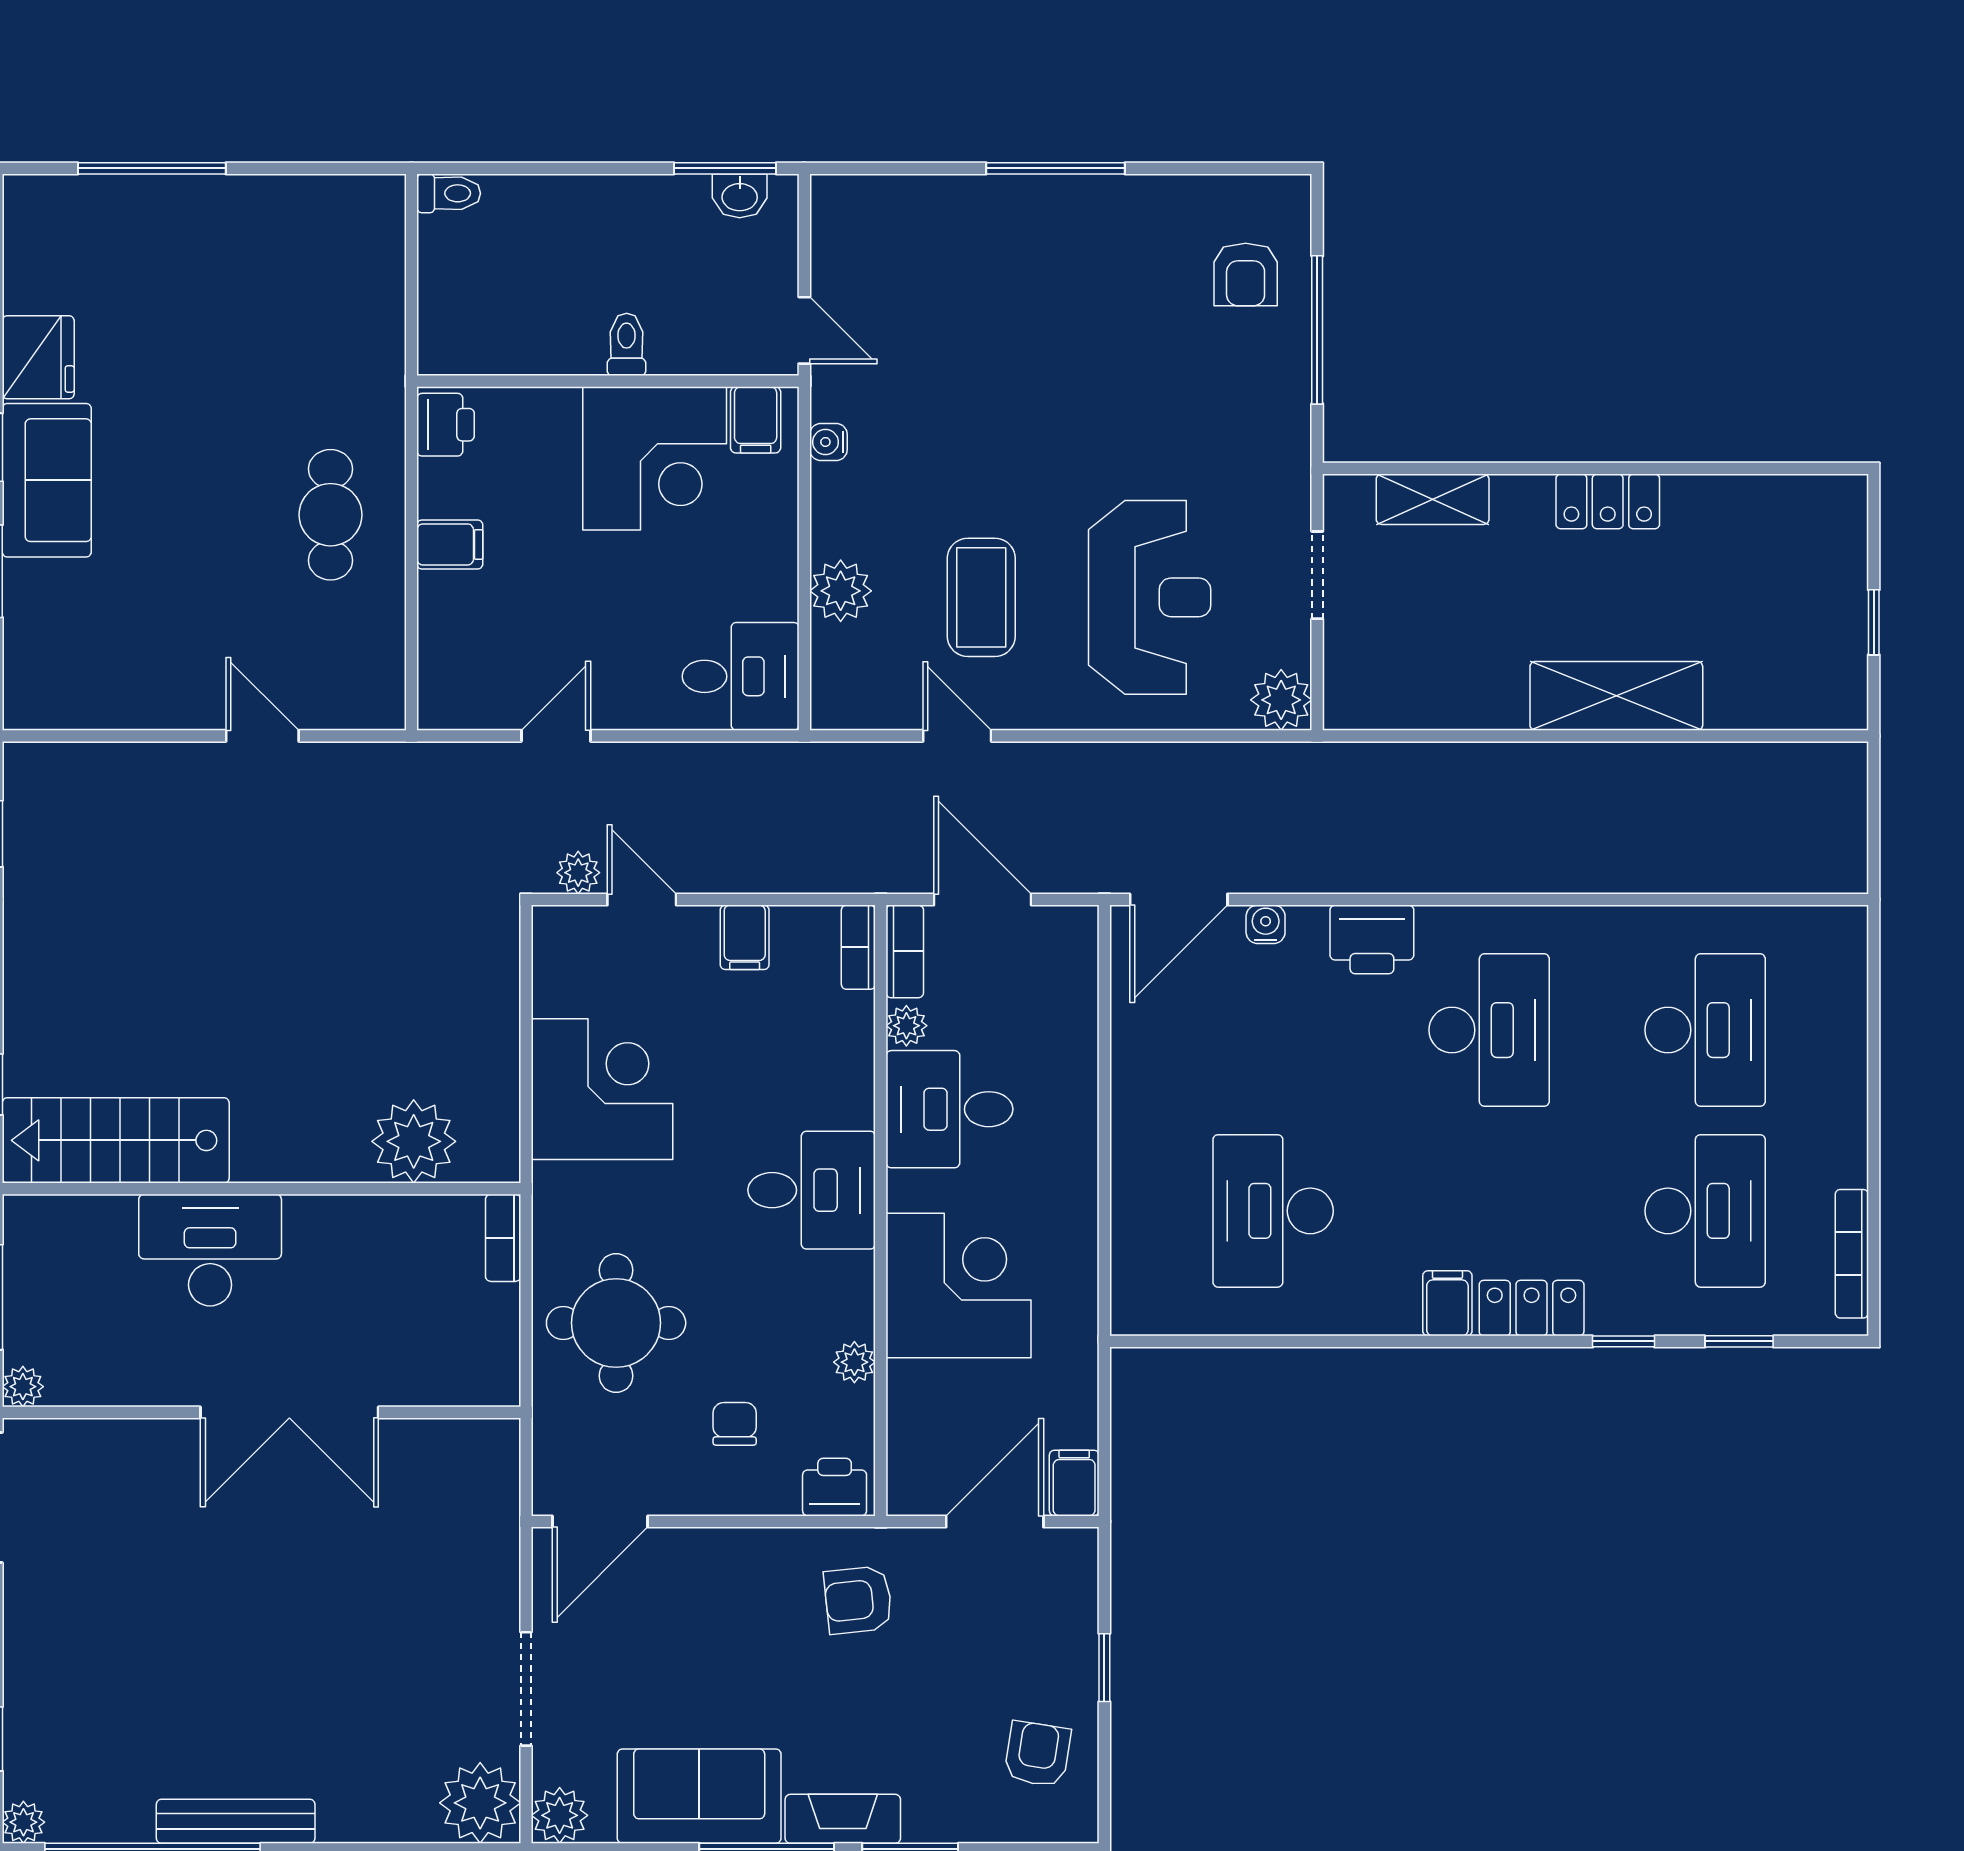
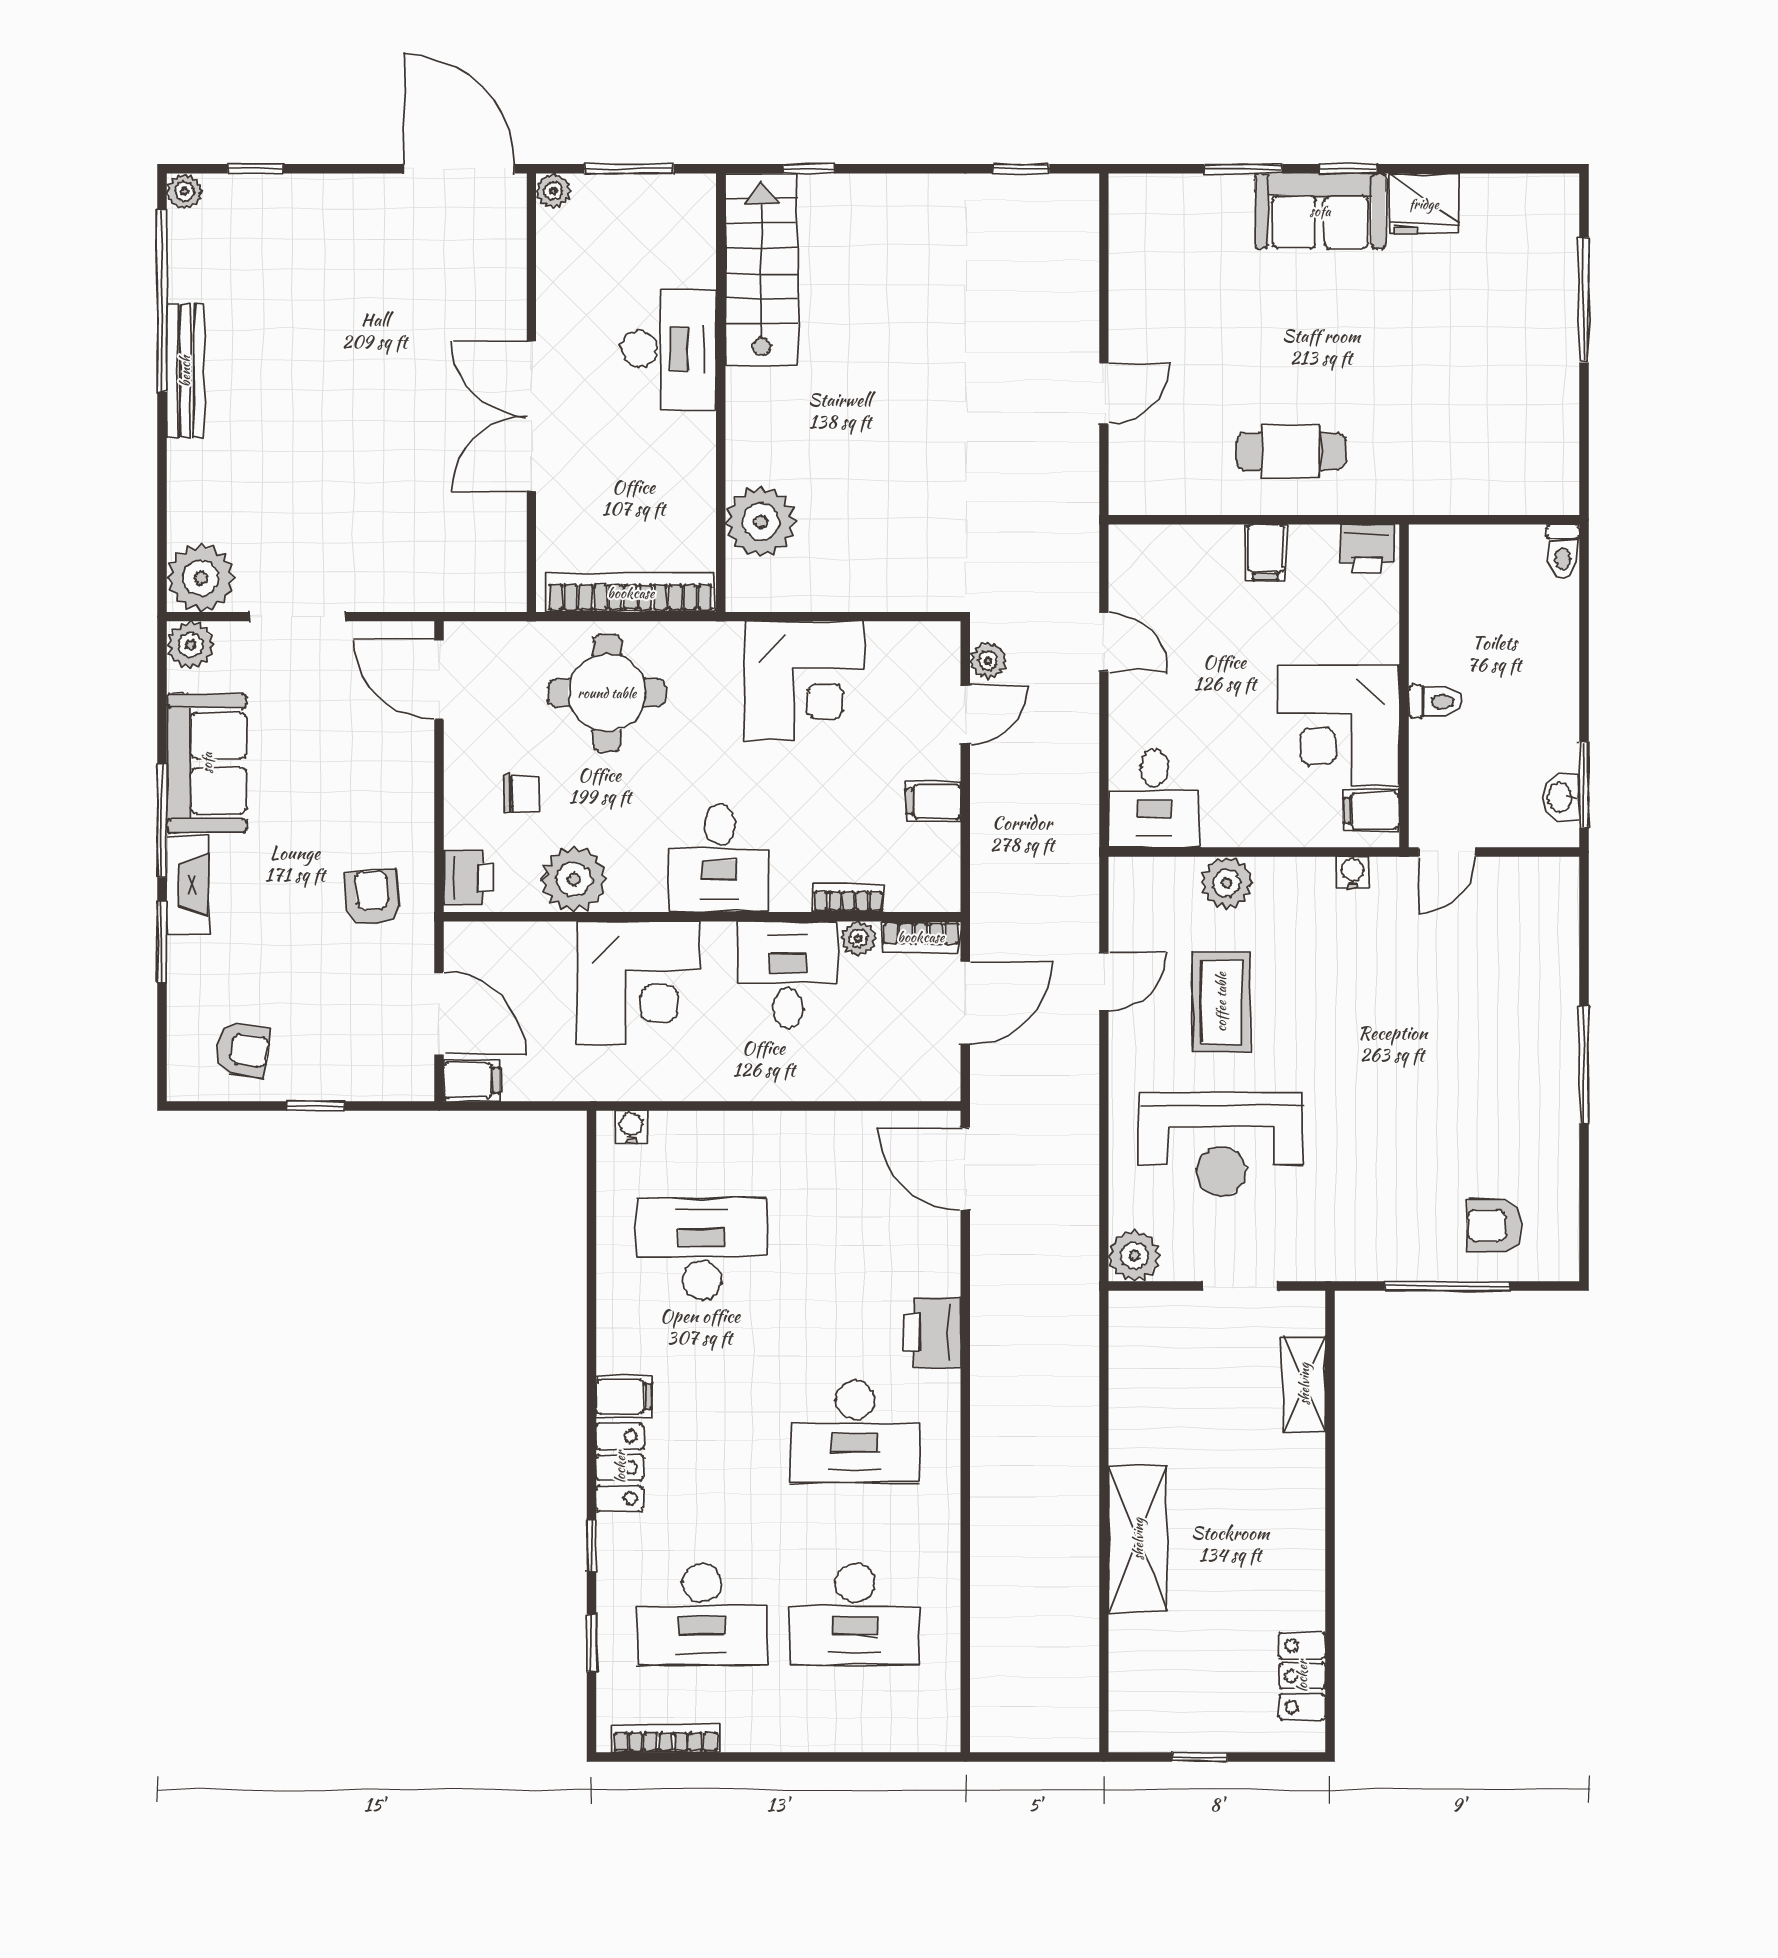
locker: (1608, 501) -> (1302, 1676), moved
coffee table: (981, 597) -> (1221, 1002), turned 90
water cooler: (1266, 924) -> (631, 1127), moved, turned -90
bookcase: (858, 947) -> (848, 898), moved
bookcase: (503, 1238) -> (631, 593), width x2.31, depth x1.31
plant: (854, 1362) -> (574, 879), width x1.87, depth x1.87

